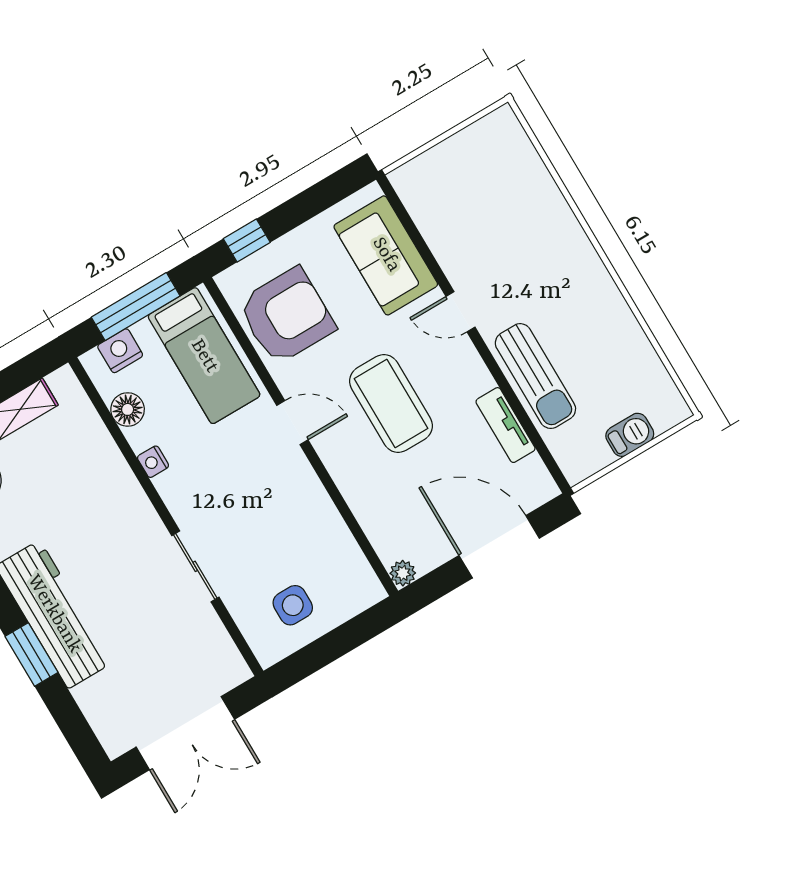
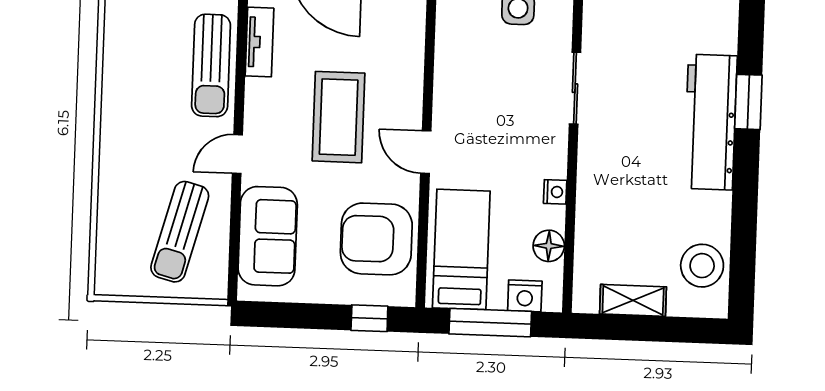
sun lounger: (467, 209) -> (180, 232), added
door: (461, 312) -> (237, 154), swing flipped
sun lounger: (535, 376) -> (211, 65), turned 180

